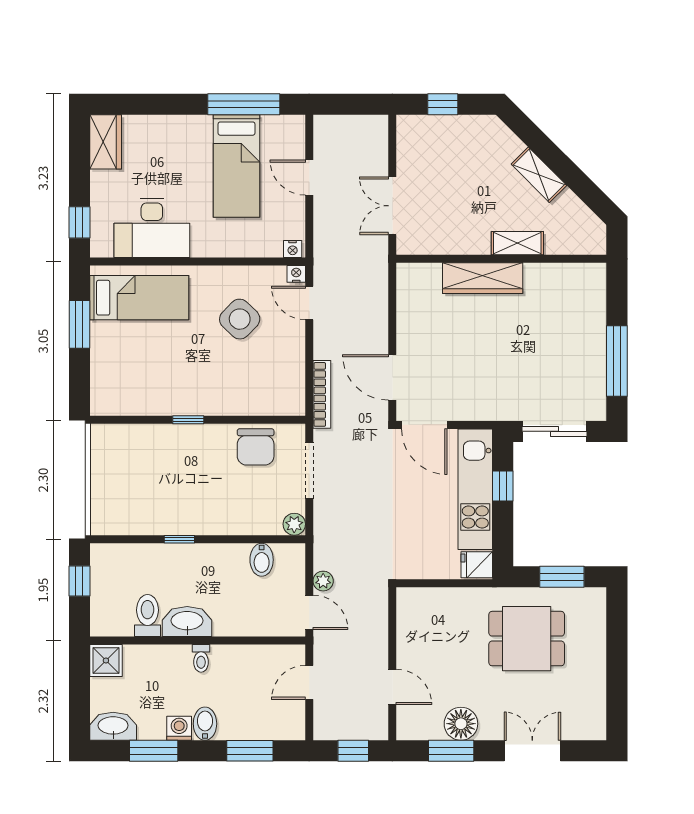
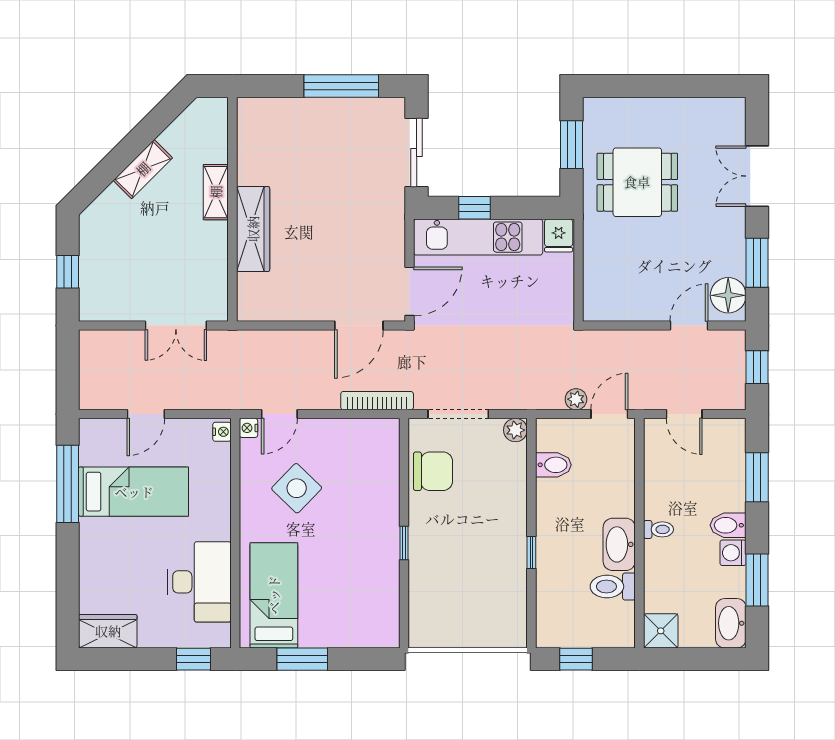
dining table: (527, 639) -> (637, 182), turned 90
floor lamp: (461, 724) -> (728, 295), moved

